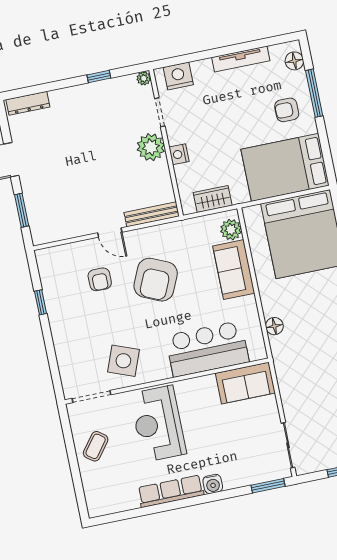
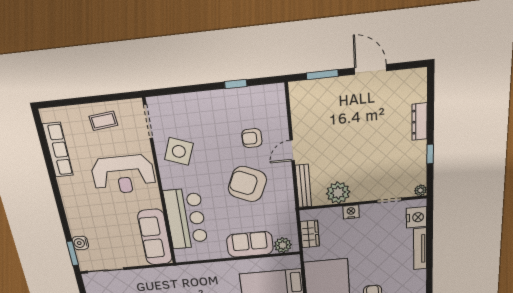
tv unit: (241, 59) -> (420, 249), moved
dresser: (28, 103) -> (420, 122), moved
plant: (151, 147) -> (338, 193), moved
floor lamp: (274, 326) -> (202, 269), removed
sofa: (245, 383) -> (155, 237), width x1.36
reception desk: (158, 424) -> (123, 175), turned 180
coffee table: (96, 446) -> (103, 121), turned -43
water cooler: (213, 484) -> (80, 243), moved
row of seats: (171, 491) -> (58, 150), moved

